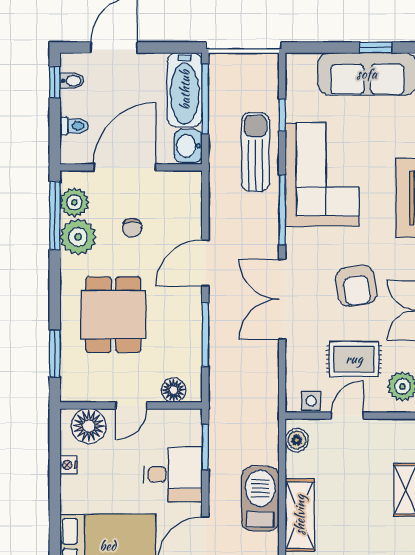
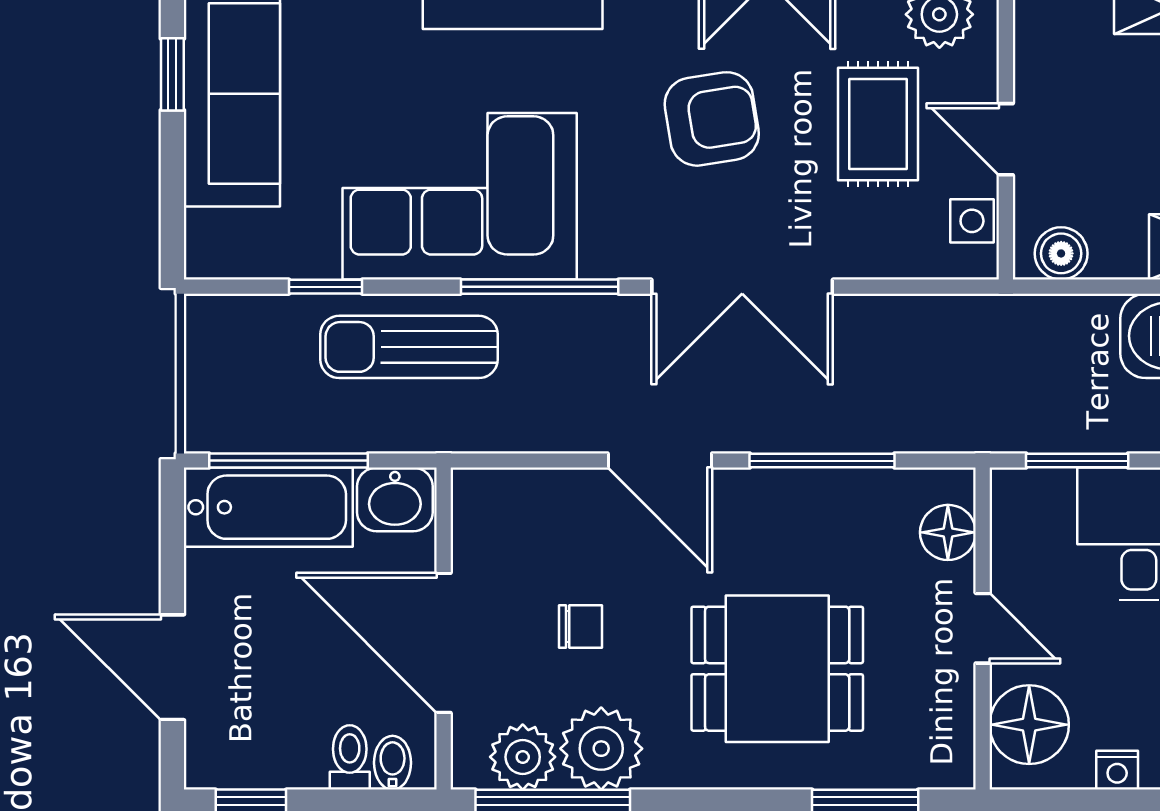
bidet: (72, 81) -> (393, 763), moved

